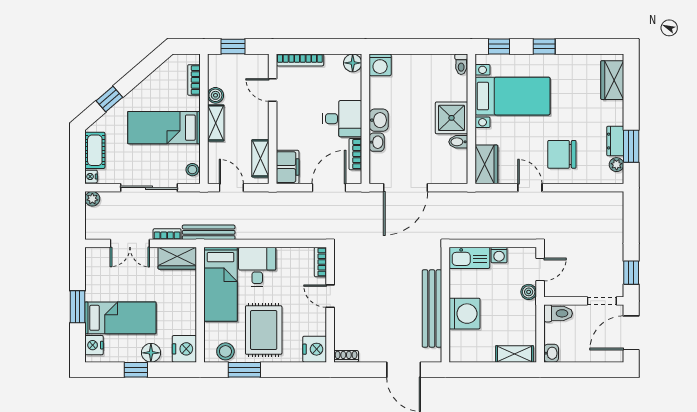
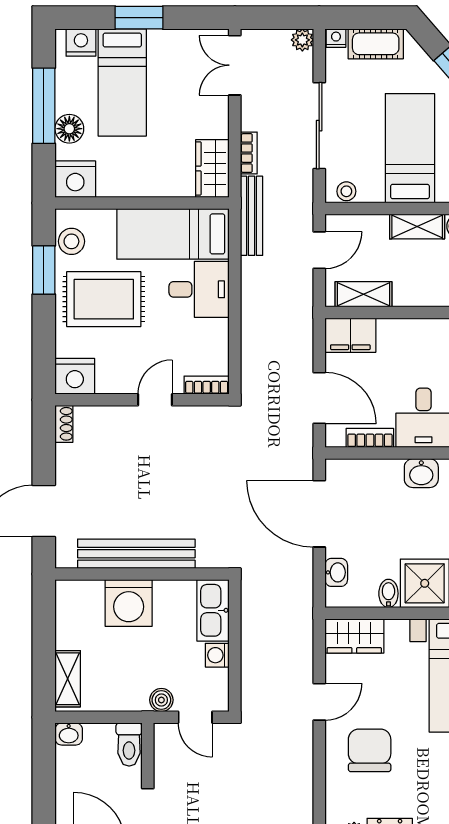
washbasin: (377, 142) -> (336, 572), moved, turned -90
double door: (130, 243) -> (235, 65), moved
window: (136, 370) -> (44, 106), width x2.17

